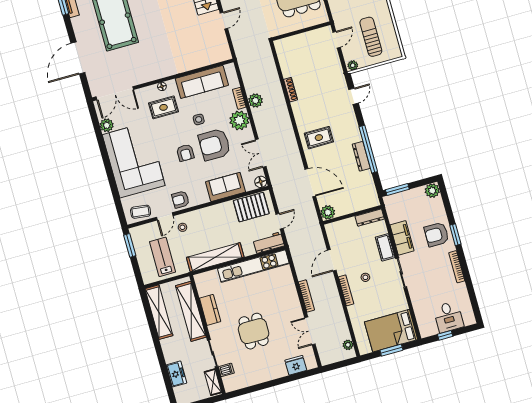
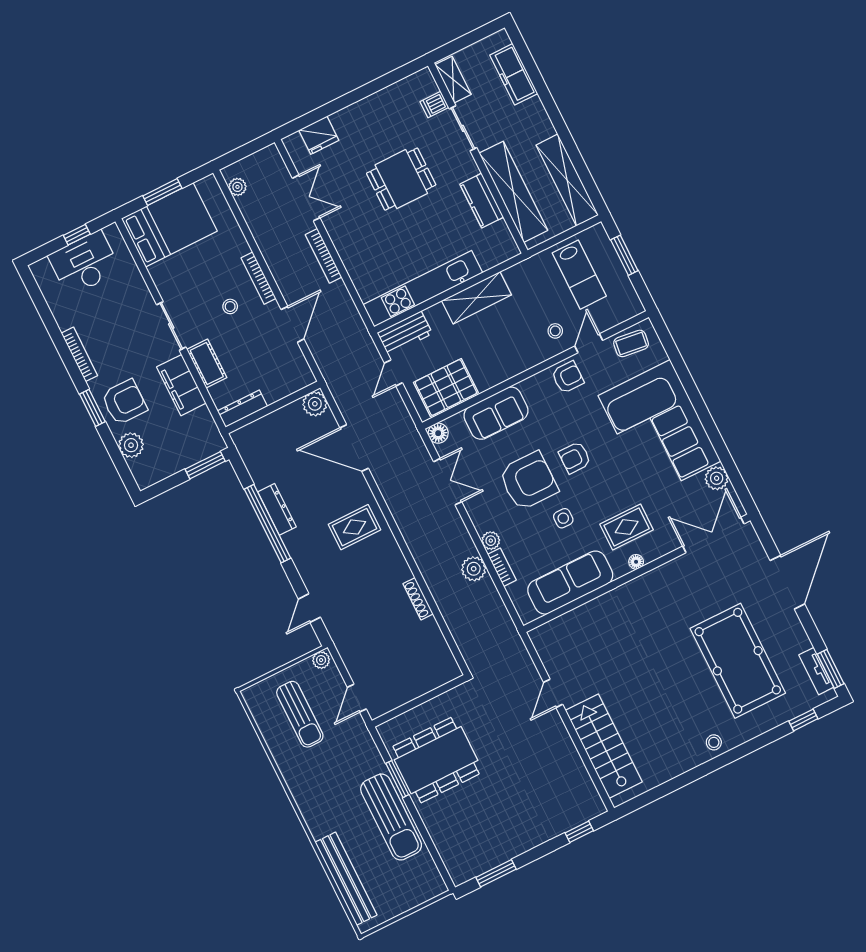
plant: (239, 120) -> (491, 541), width x0.53, depth x0.53
armchair: (185, 153) -> (575, 458), turned -90
plant: (432, 191) -> (131, 445), moved
window: (130, 245) -> (624, 255), moved
shelving: (215, 257) -> (476, 298), width x0.68
desk: (448, 317) -> (84, 263), width x1.37
dining table: (254, 331) -> (401, 179), turned 90
freezer: (176, 374) -> (514, 74), width x1.40

